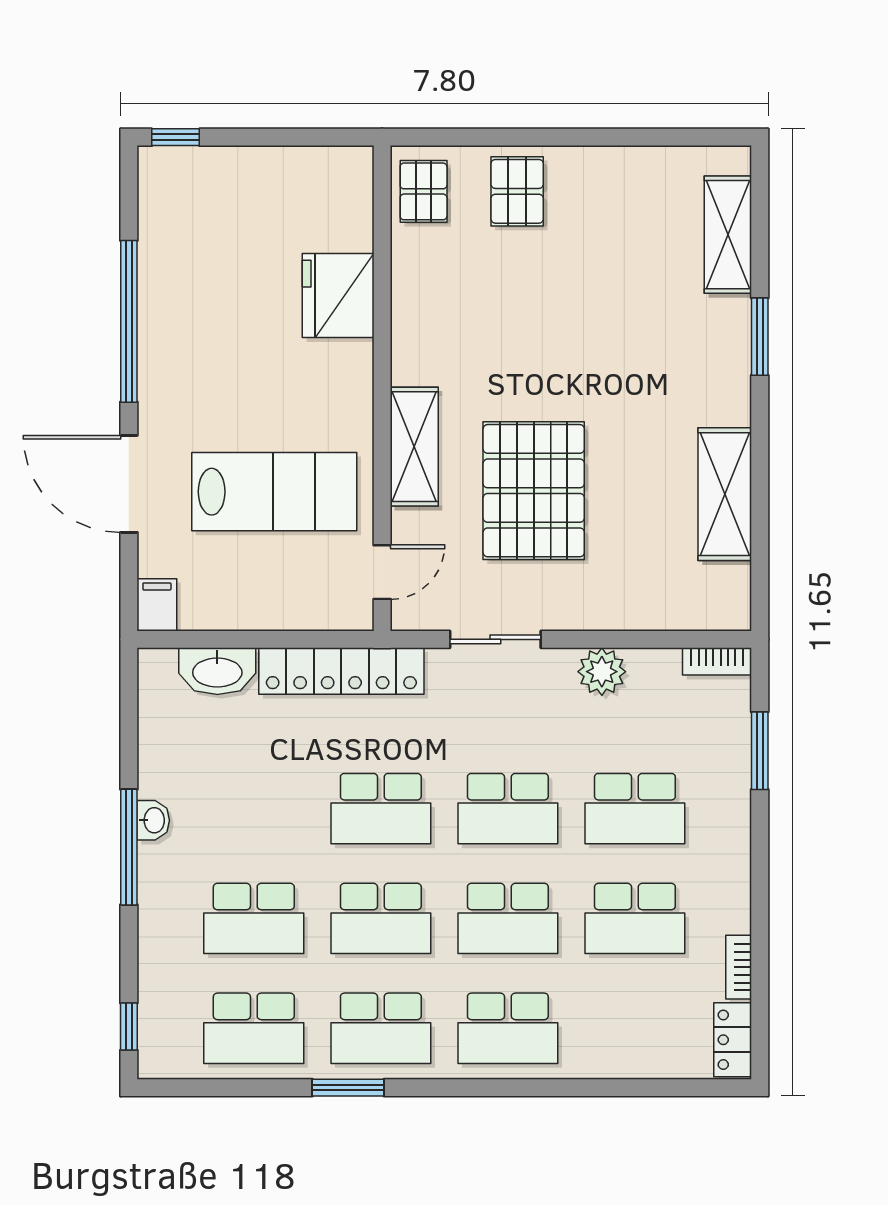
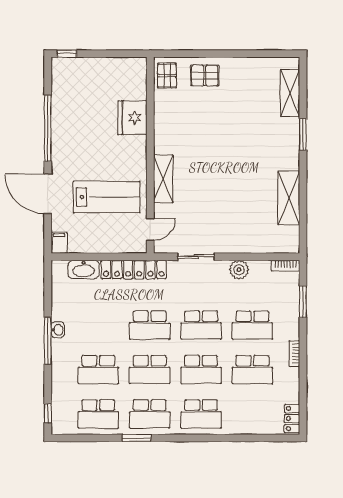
pallet: (517, 191) -> (205, 76), turned 90
pallet: (534, 491) -> (211, 197), removed
bookcase: (739, 967) -> (294, 354), moved

